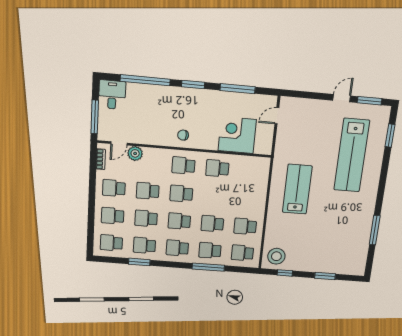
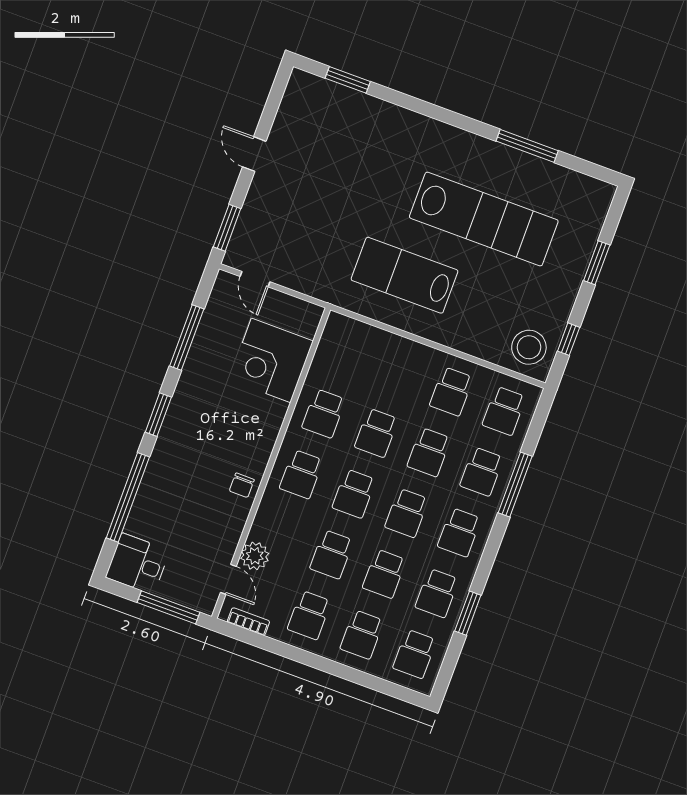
window: (369, 101) -> (227, 228), moved
chair: (183, 135) -> (242, 485), moved
lab bench: (352, 155) -> (484, 219), moved
school desk: (215, 196) -> (376, 433), added

